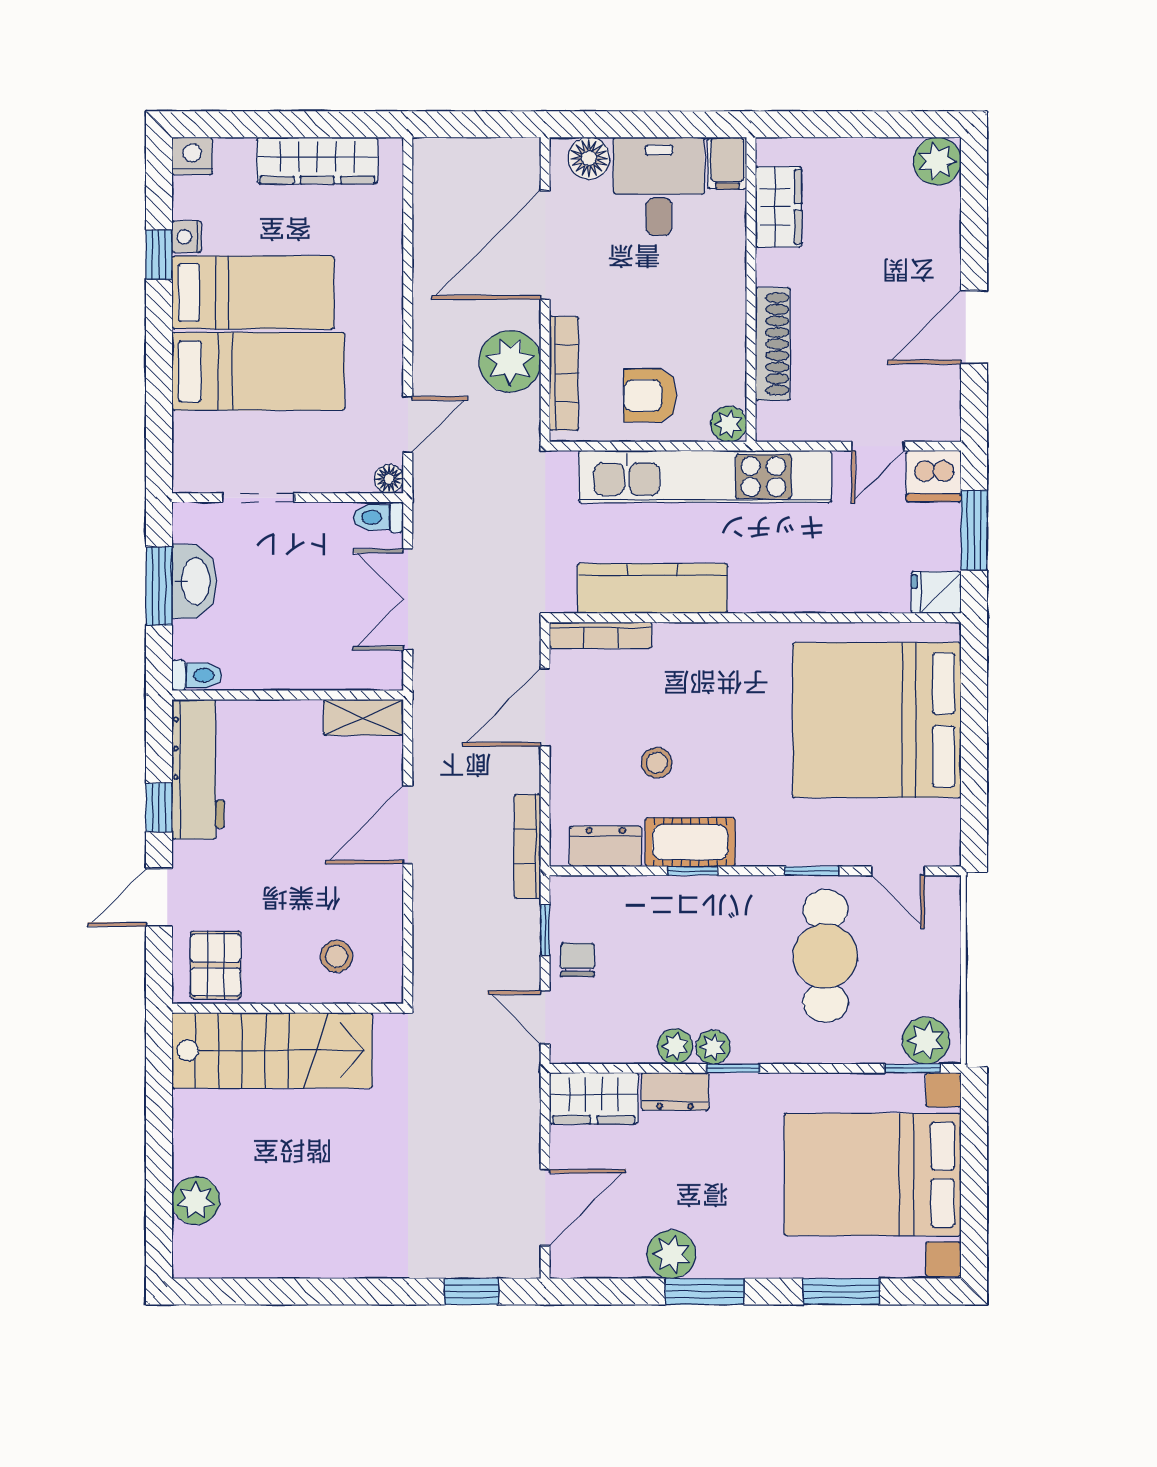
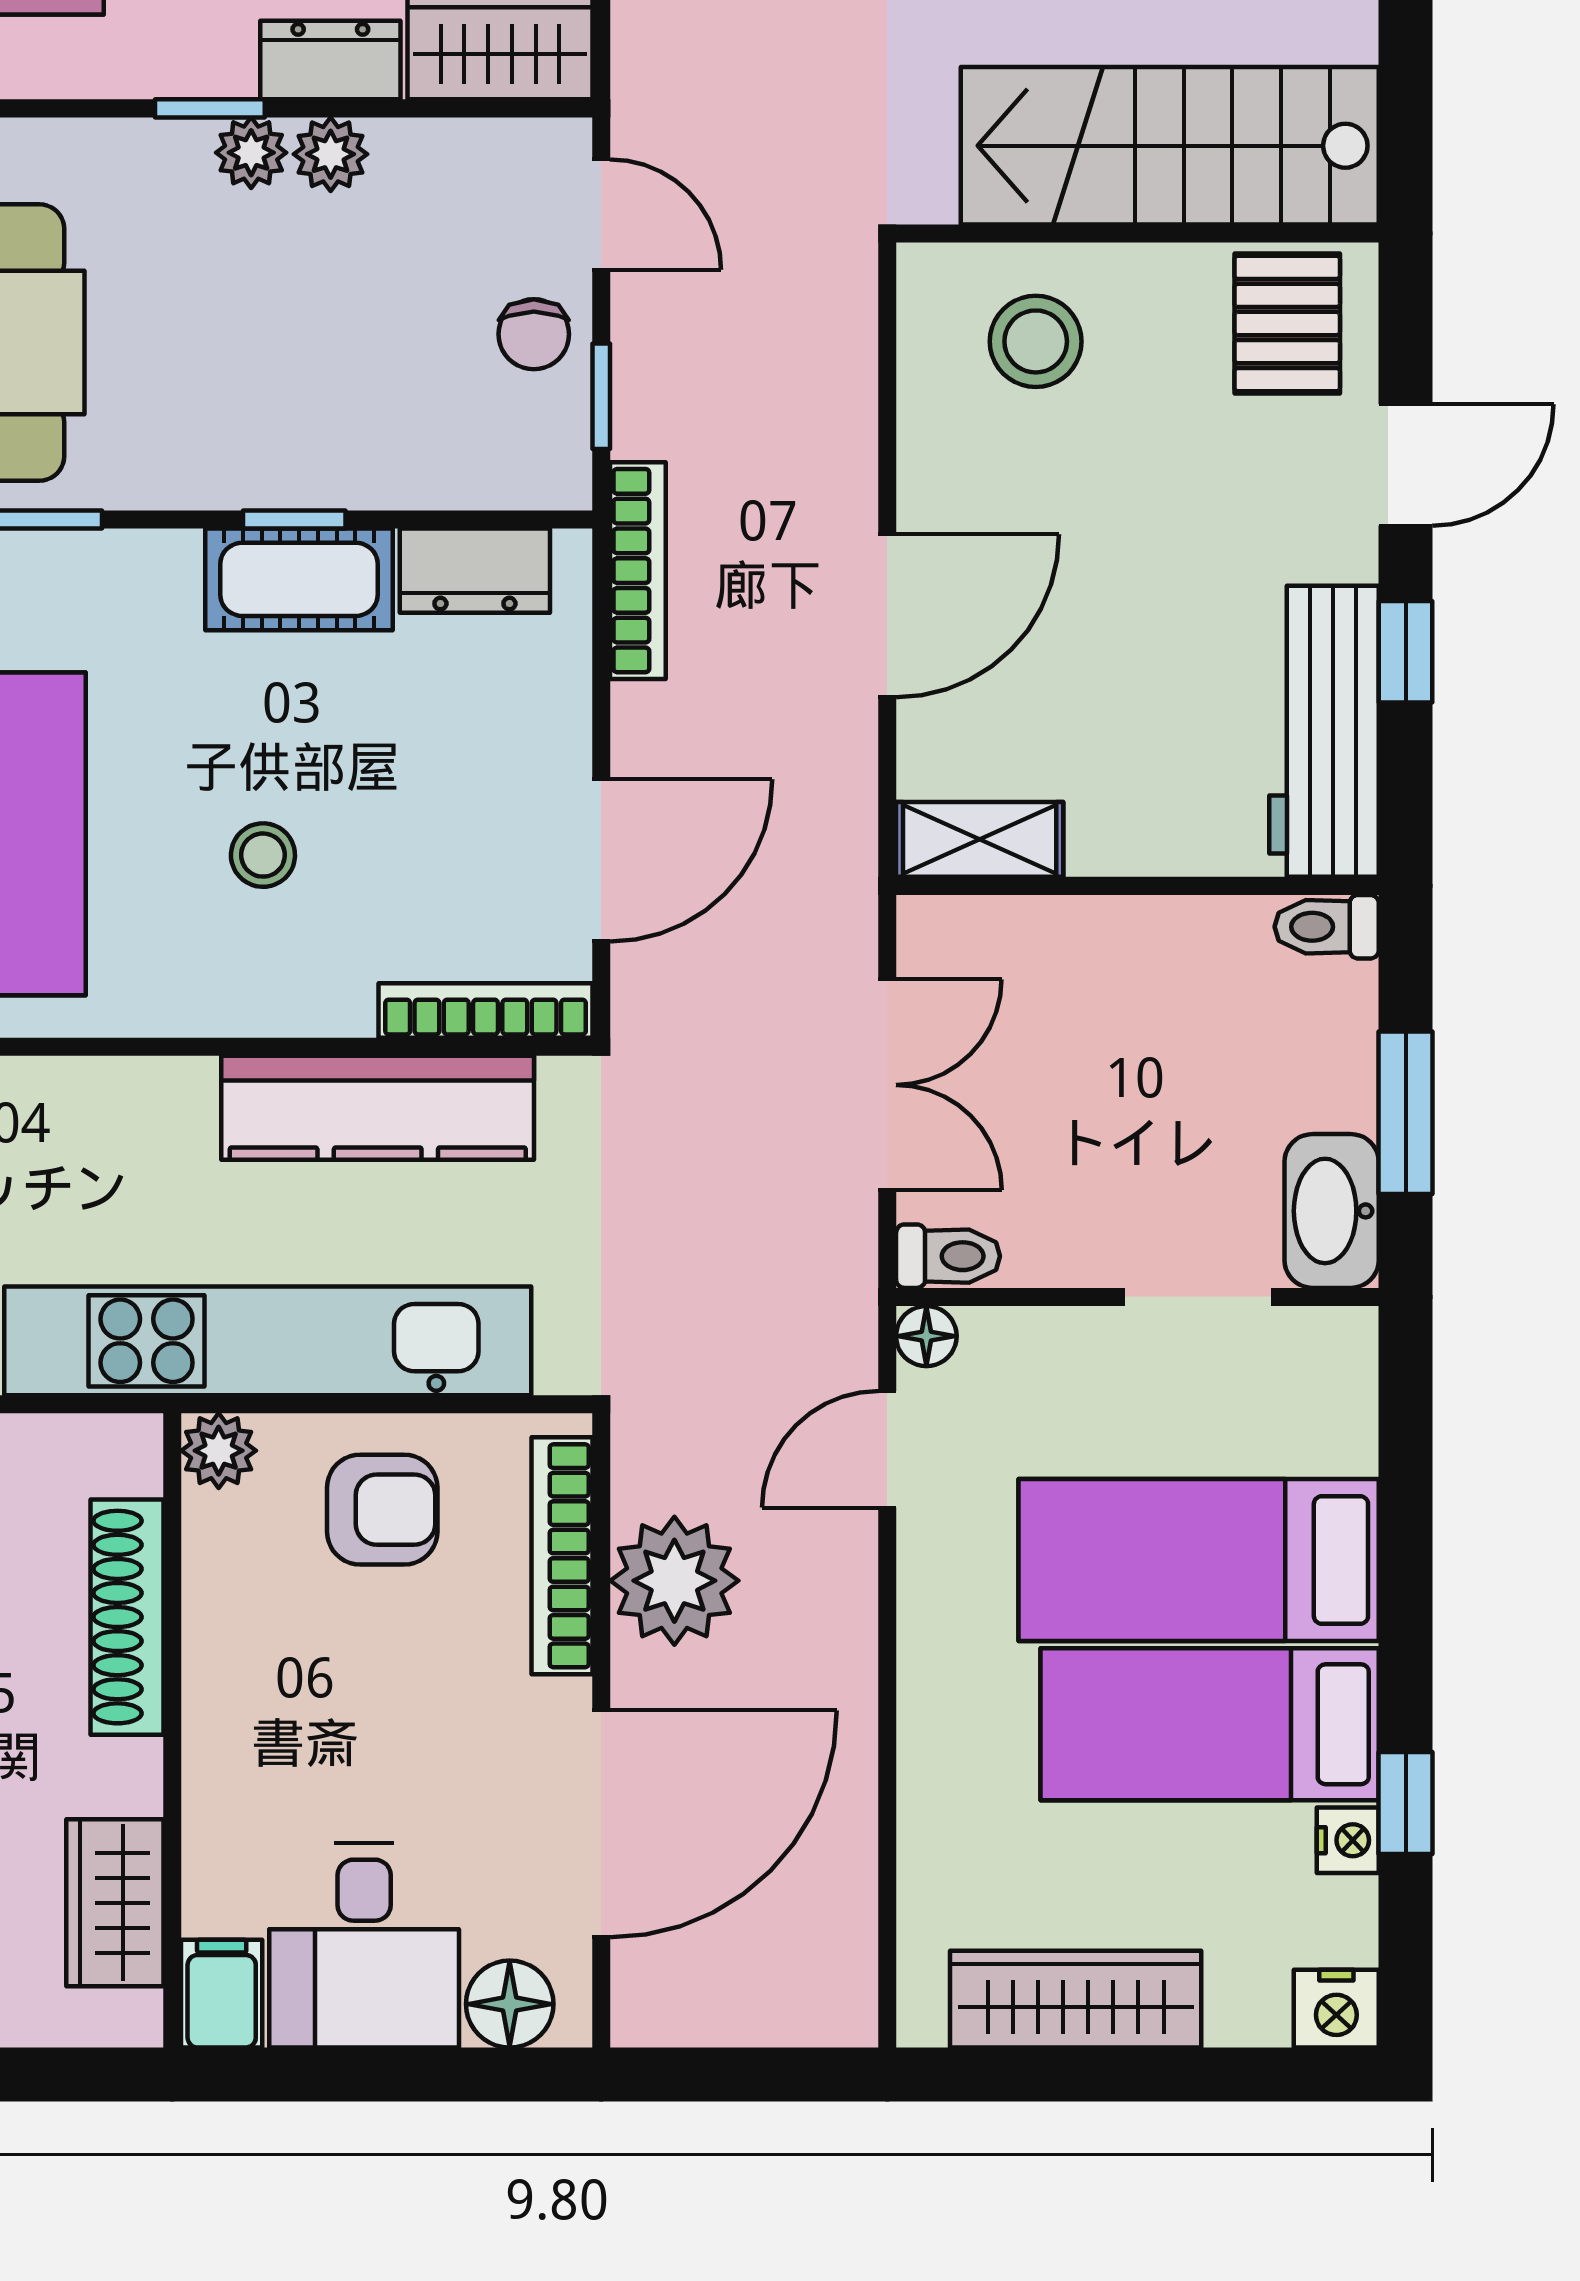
washbasin: (194, 581) -> (1332, 1211), moved
stool: (657, 763) -> (263, 855), moved
stool: (336, 956) -> (1036, 341), width x1.37, depth x1.37

